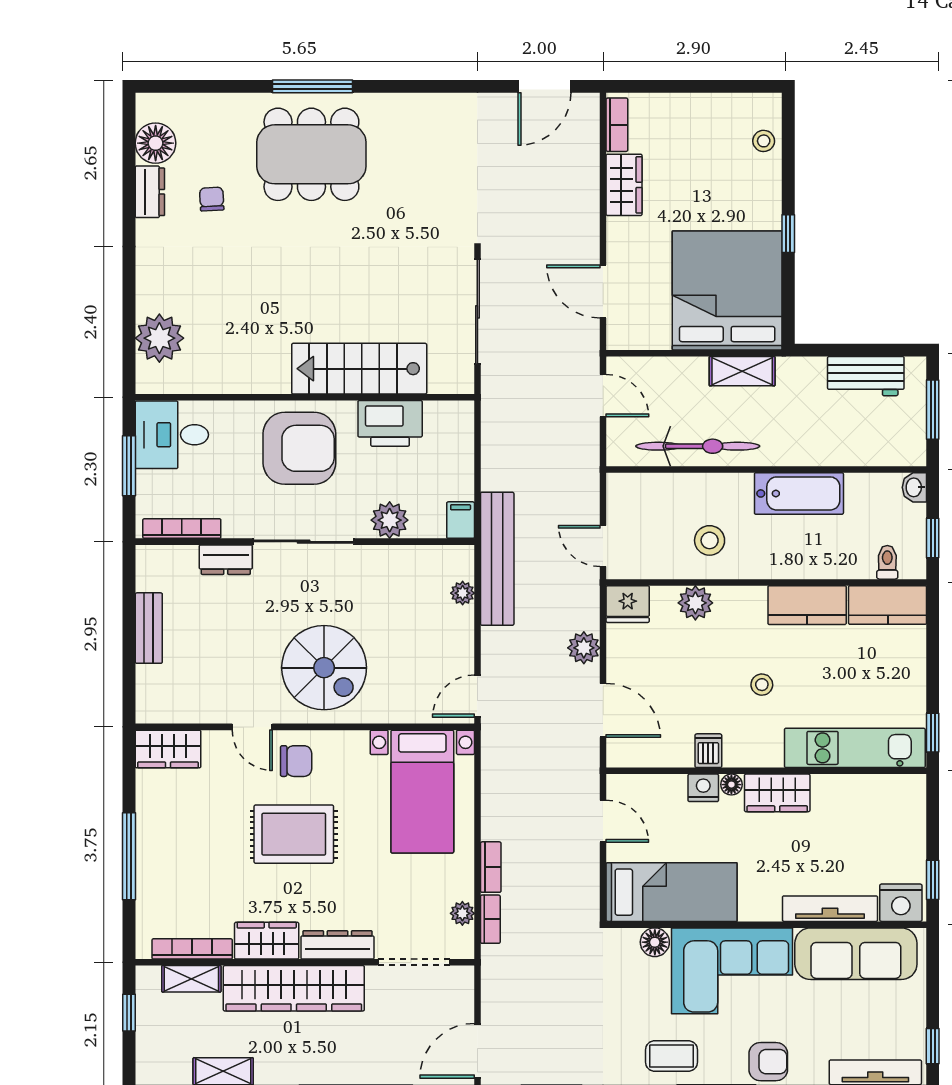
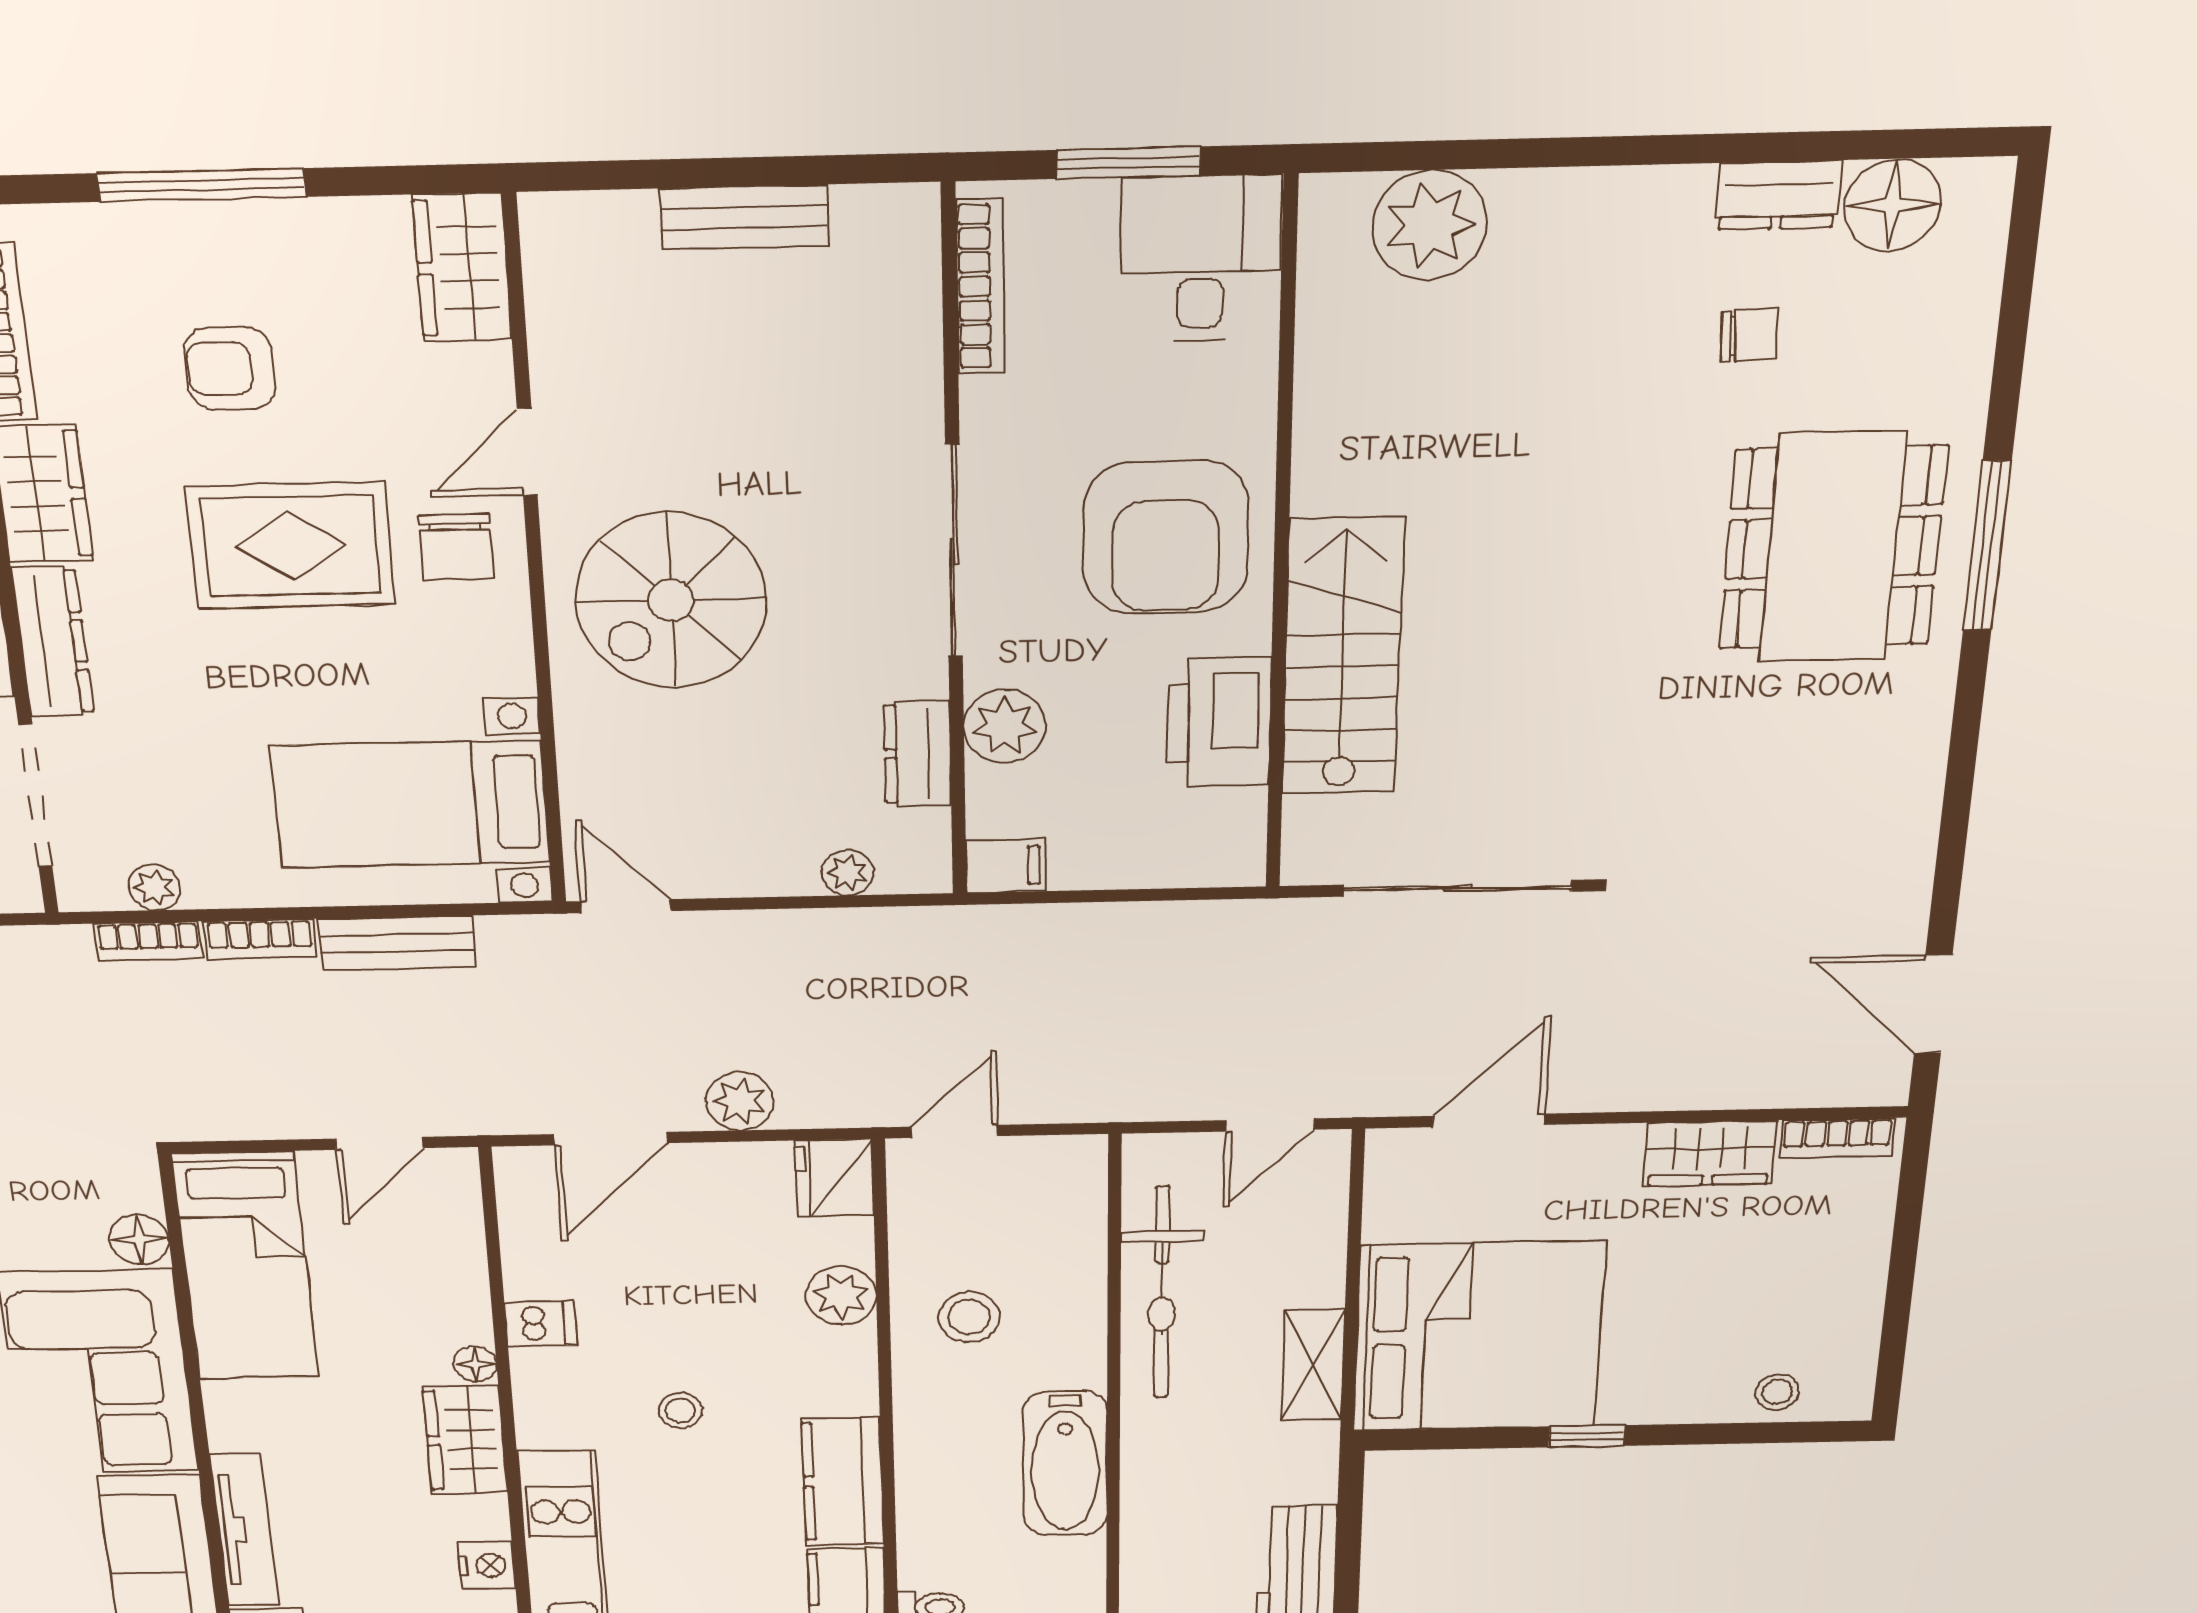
bench: (497, 559) -> (397, 943), moved, width x0.54, depth x0.82
dresser: (226, 560) -> (918, 754), moved
nightstand: (703, 788) -> (486, 1565), moved
rug: (294, 834) -> (291, 546), turned 90
armchair: (211, 853) -> (230, 369), added

